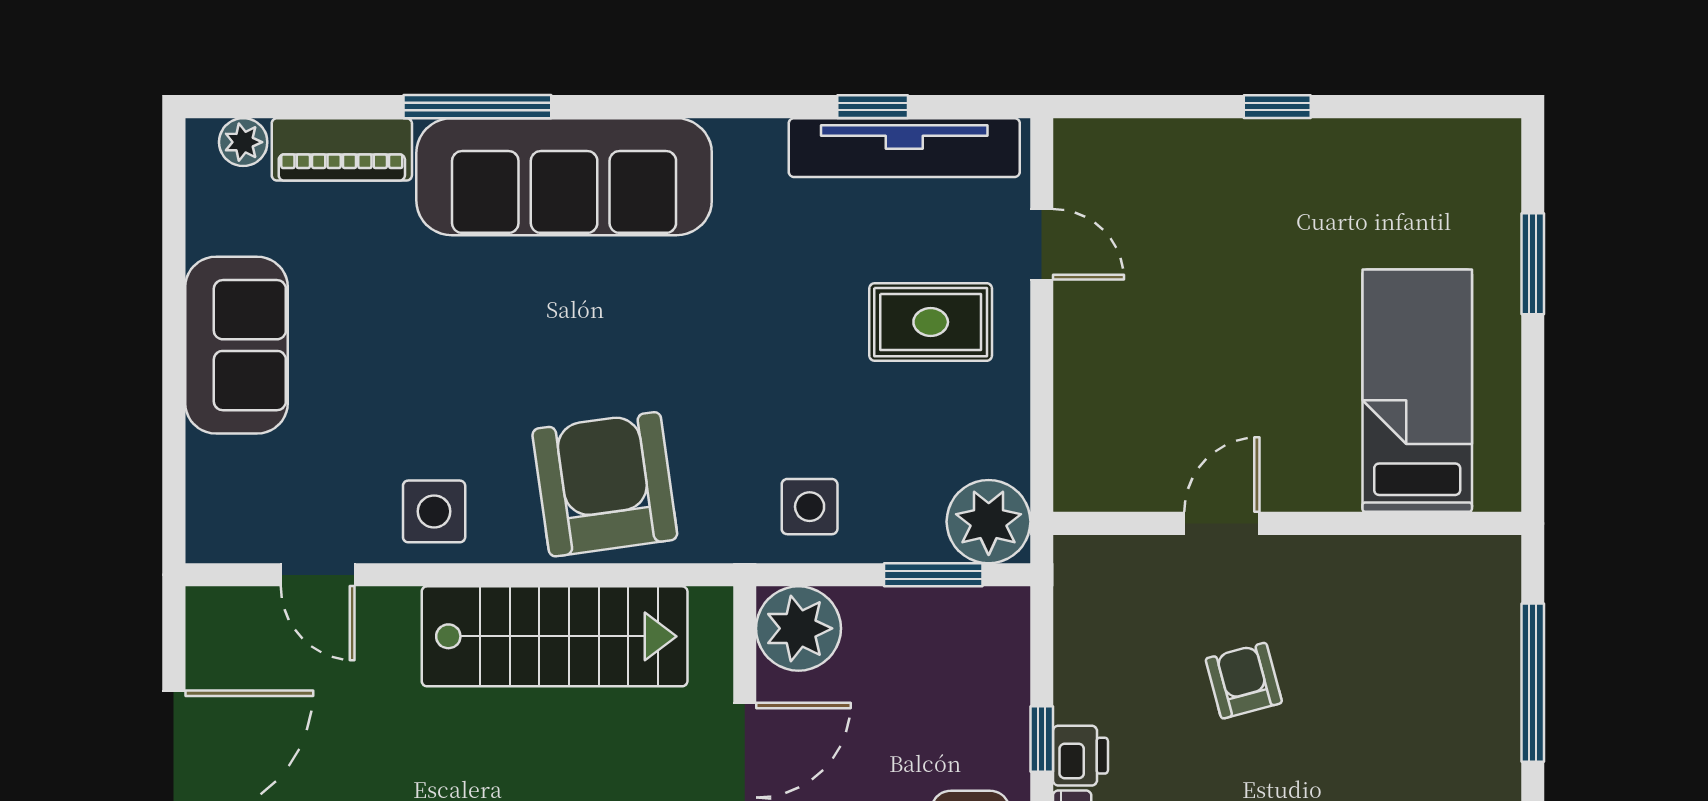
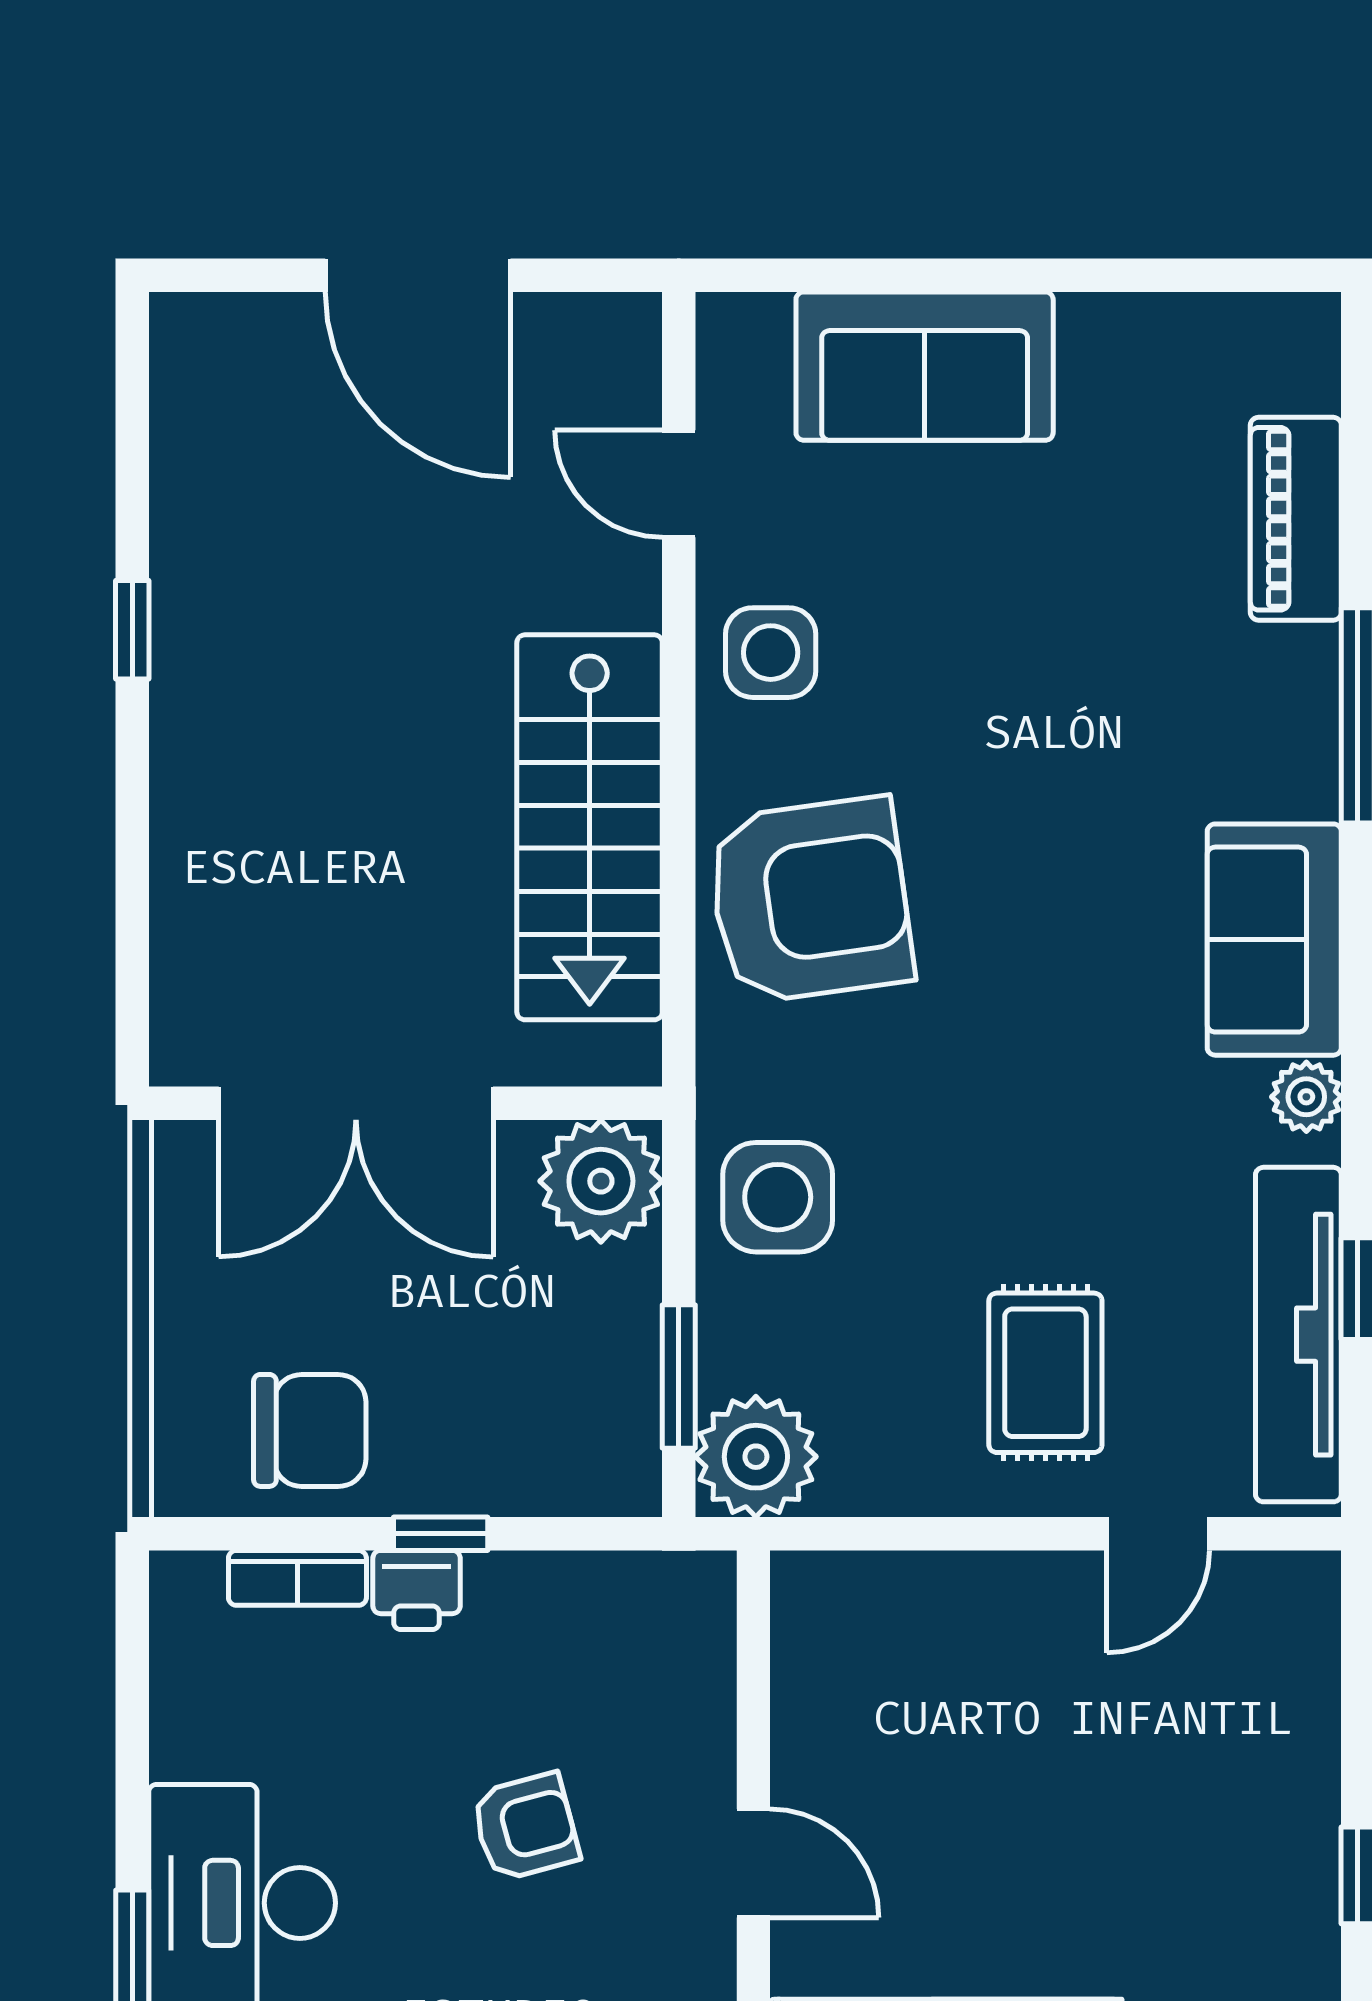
plant: (243, 142) -> (1306, 1097), moved
sofa: (564, 177) -> (1274, 940), width x0.54, depth x0.79
sofa: (237, 345) -> (925, 366), moved
side table: (810, 507) -> (778, 1197), width x1.37, depth x1.37
door: (1222, 523) -> (753, 1863), moved
door: (318, 575) -> (679, 484), hinge flipped

